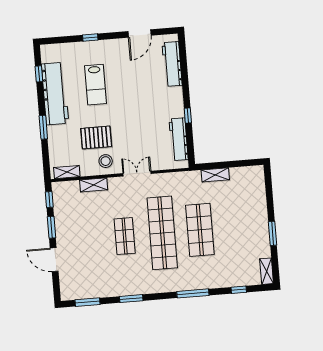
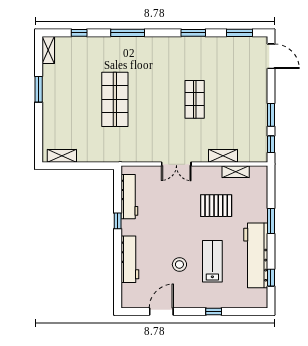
workbench: (172, 64) -> (130, 259), moved
stool: (106, 161) -> (179, 264), moved
shelving: (67, 172) -> (236, 172), moved
shelving: (215, 175) -> (62, 156), moved
shop shelf: (162, 233) -> (155, 99), removed
door: (54, 260) -> (271, 56), moved

